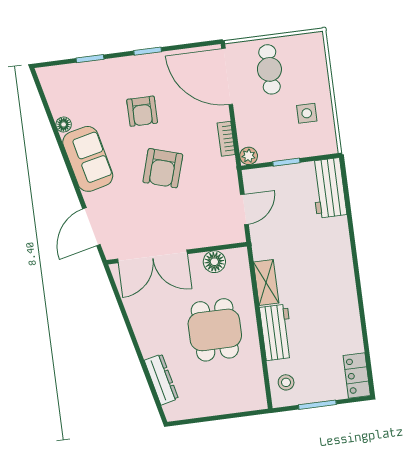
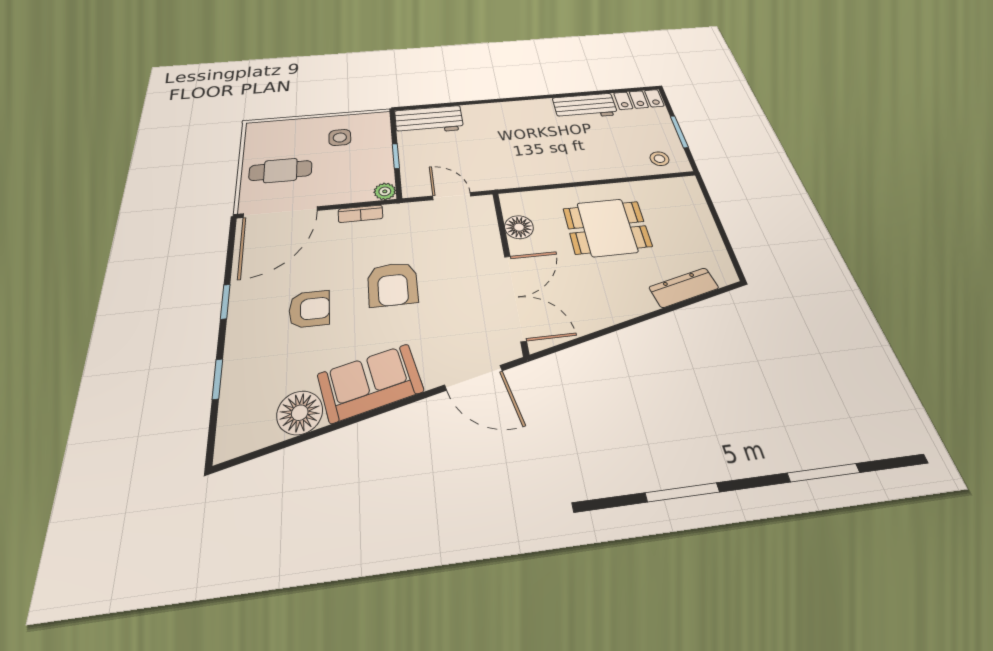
floor lamp: (64, 124) -> (300, 413), width x1.89, depth x1.89
armchair: (163, 168) -> (393, 284), turned 73
shelving: (266, 283) -> (542, 176), removed
workbench: (277, 332) -> (585, 106), moved, turned 180

